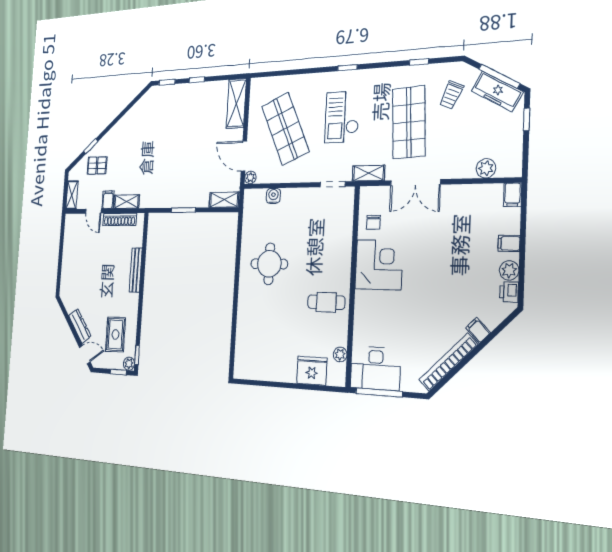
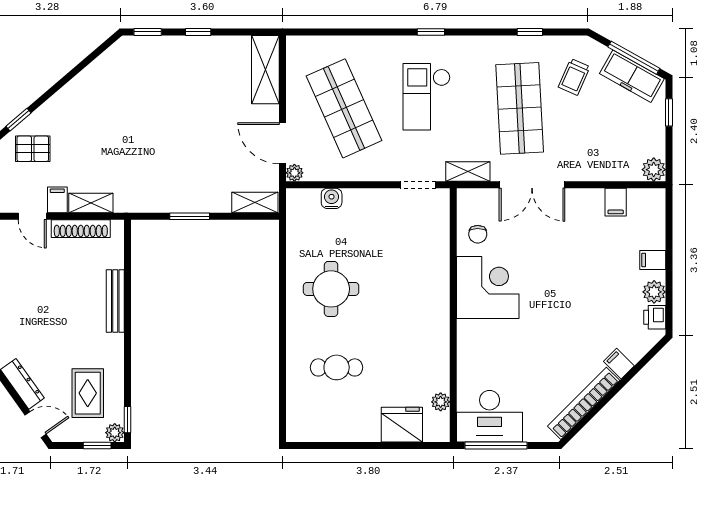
plant: (486, 168) -> (654, 170), moved
filing cabinet: (513, 195) -> (616, 202), moved
cafe table: (326, 302) -> (337, 367), moved

